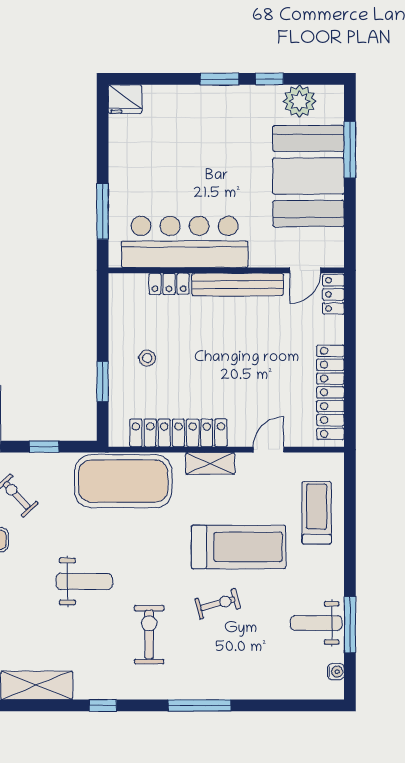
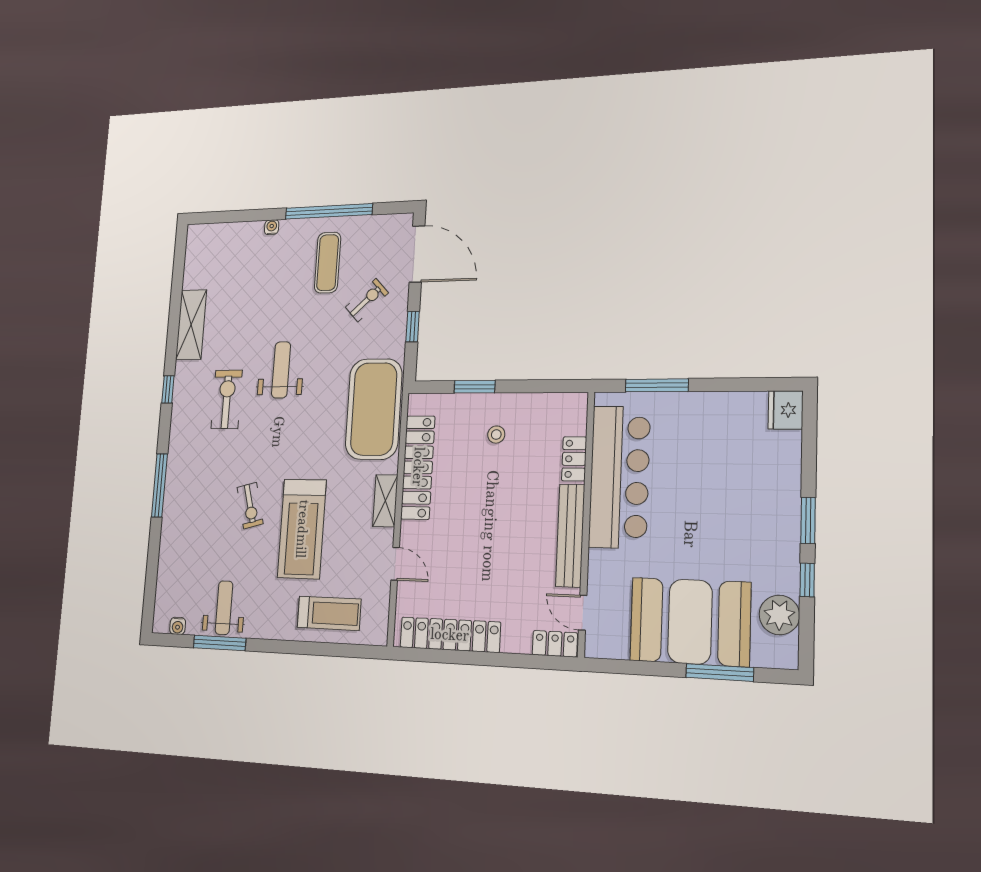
weight bench: (84, 581) -> (281, 370), turned 180
exercise bike: (149, 635) -> (227, 399), moved, turned -90

